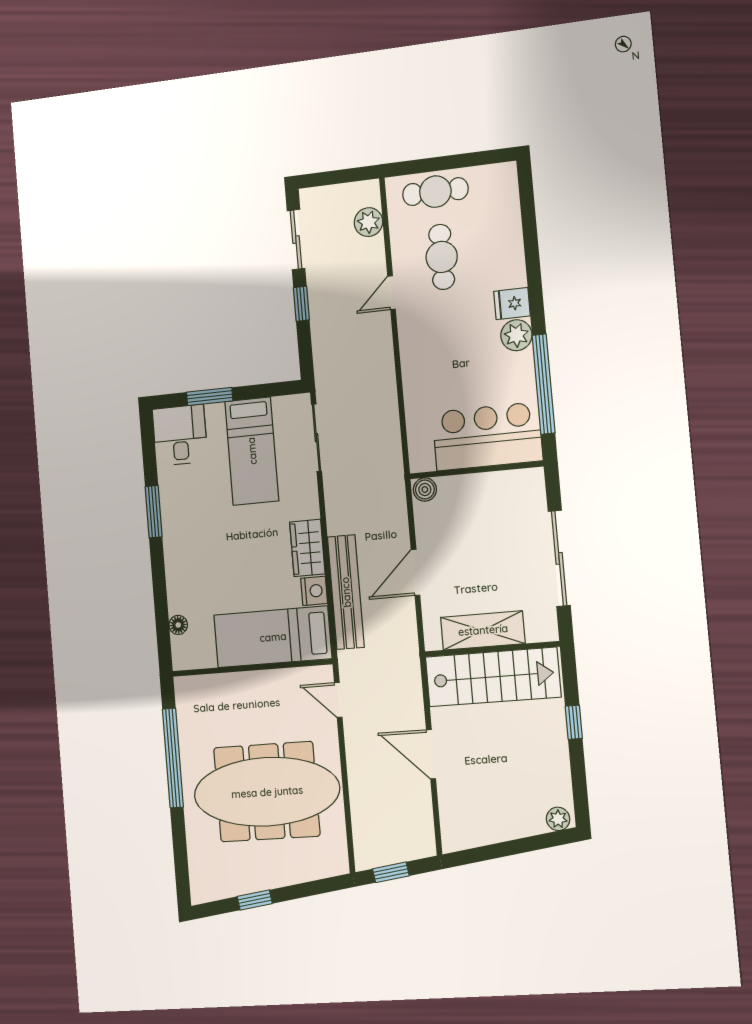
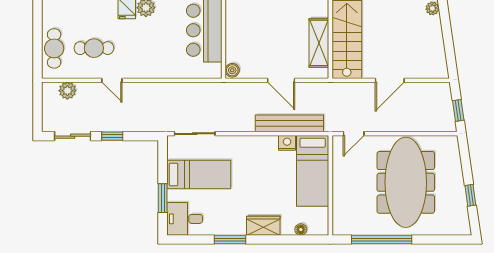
wardrobe: (307, 548) -> (263, 226), moved, turned 180

